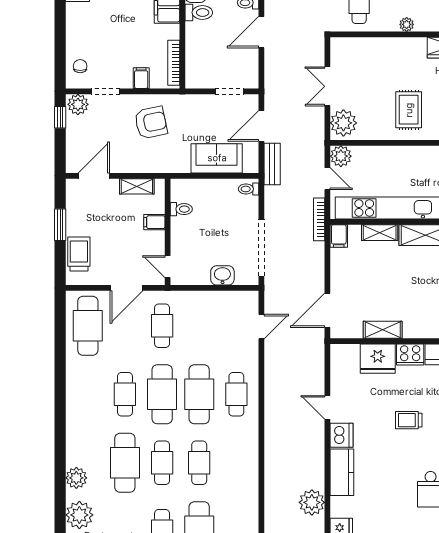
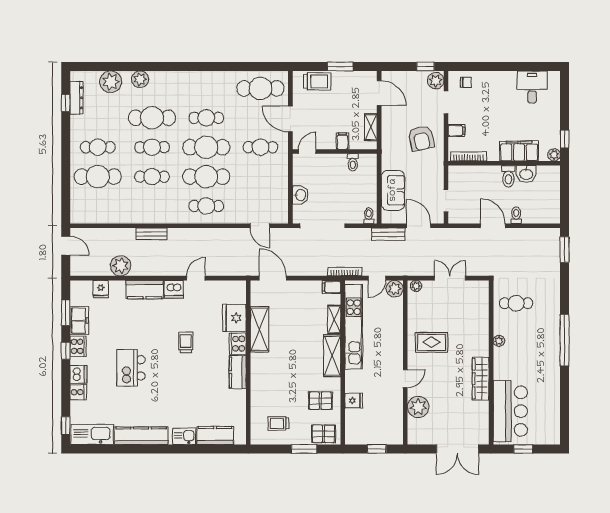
plant: (343, 123) -> (416, 286), width x0.53, depth x0.53
shelving: (383, 330) -> (259, 329), width x1.50, depth x1.33
bench: (272, 463) -> (151, 234), added

